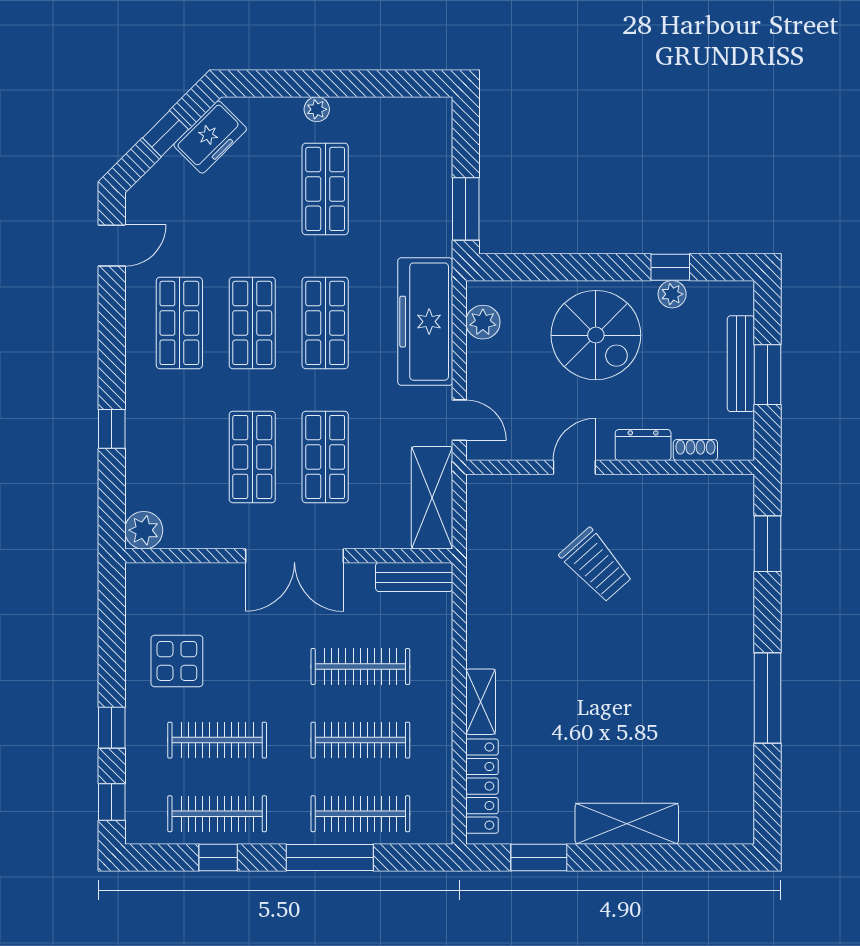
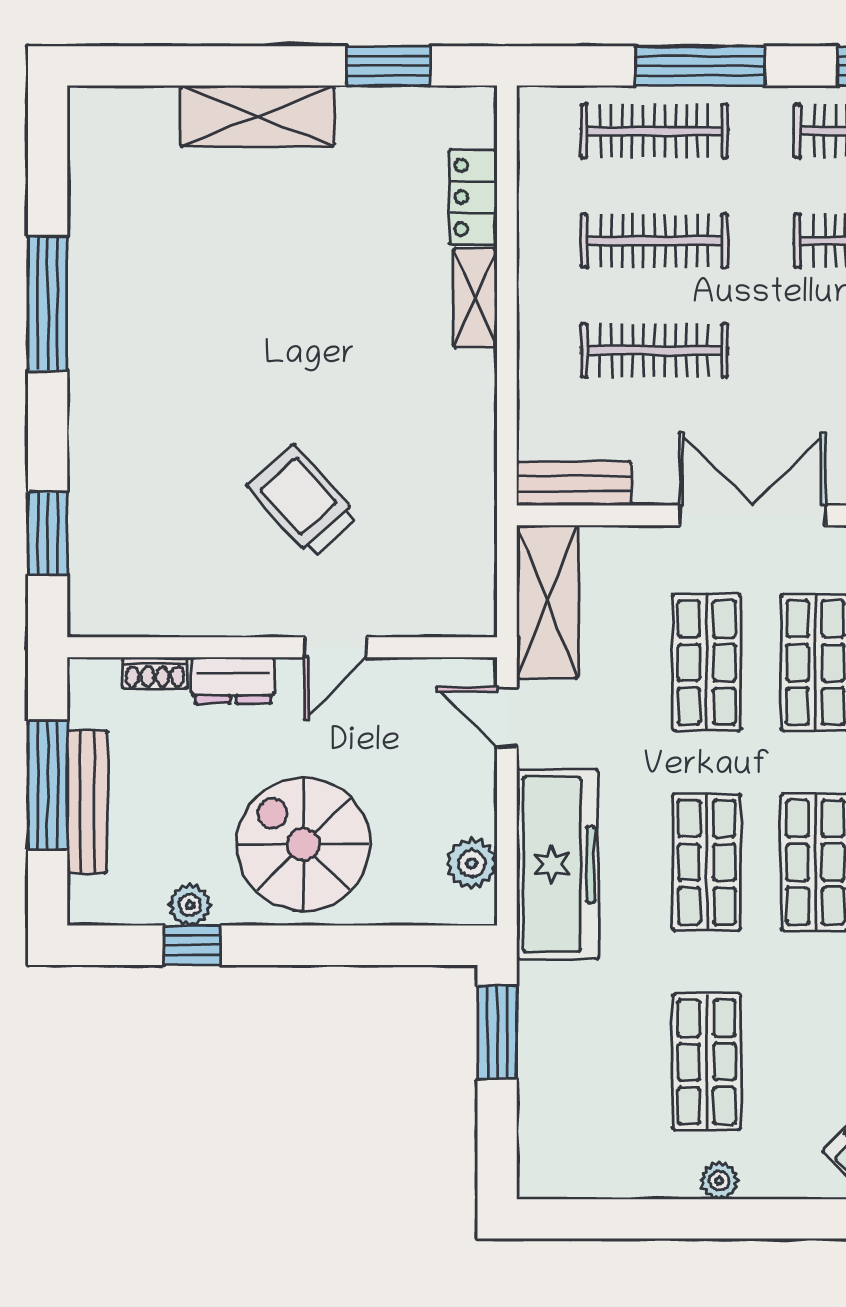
window: (767, 375) -> (48, 785), width x1.44
locker: (482, 786) -> (473, 197), width x0.66

